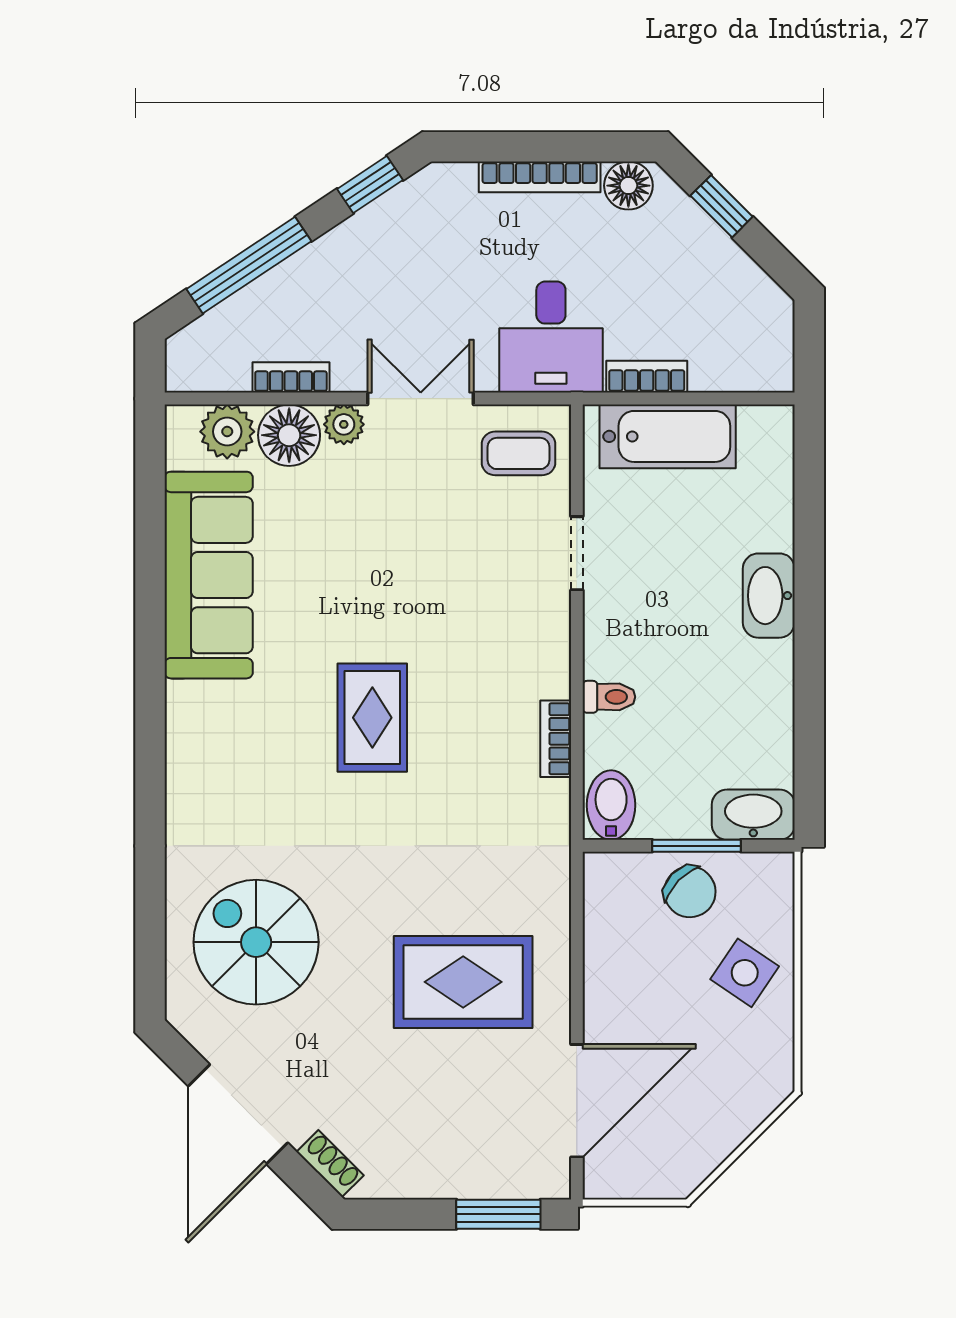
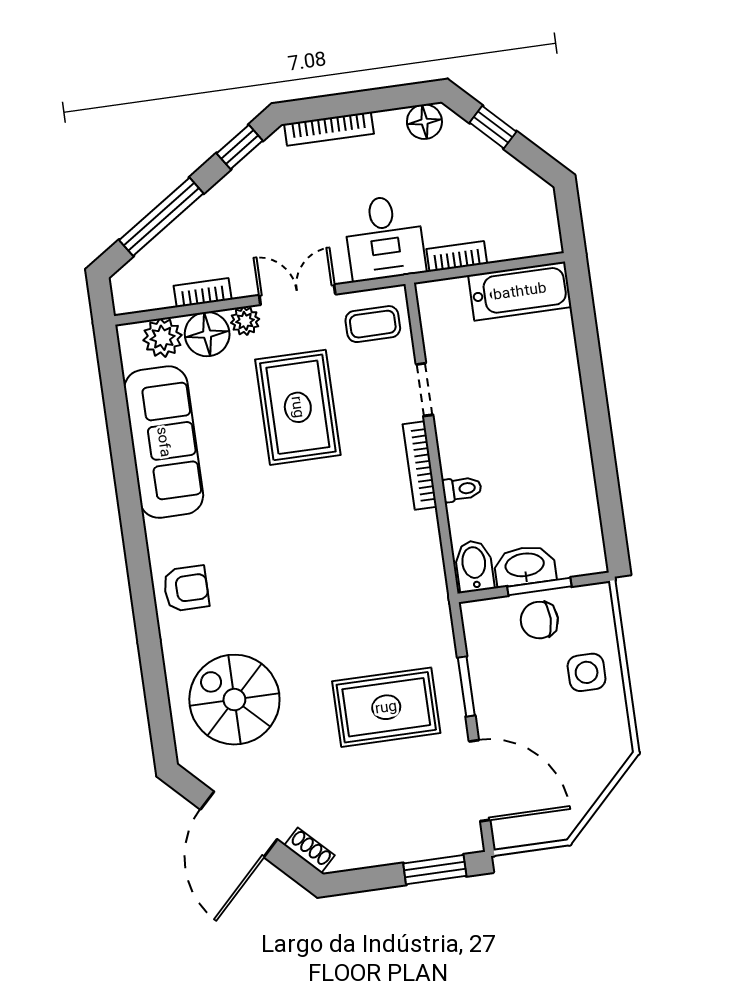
bookcase: (540, 177) -> (329, 129), moved
bathtub: (668, 436) -> (520, 291), moved
washbasin: (769, 596) -> (566, 400), removed
rug: (372, 718) -> (298, 407), moved, width x1.36, depth x1.43
bookcase: (556, 739) -> (420, 466), moved, width x1.56
armchair: (211, 780) -> (186, 588), added
washbasin: (753, 815) -> (525, 566), moved
chair: (690, 892) -> (539, 620), turned 136
window: (577, 969) -> (466, 686), added
side table: (745, 973) -> (587, 672), turned -34
door: (577, 1101) -> (479, 781), hinge flipped

